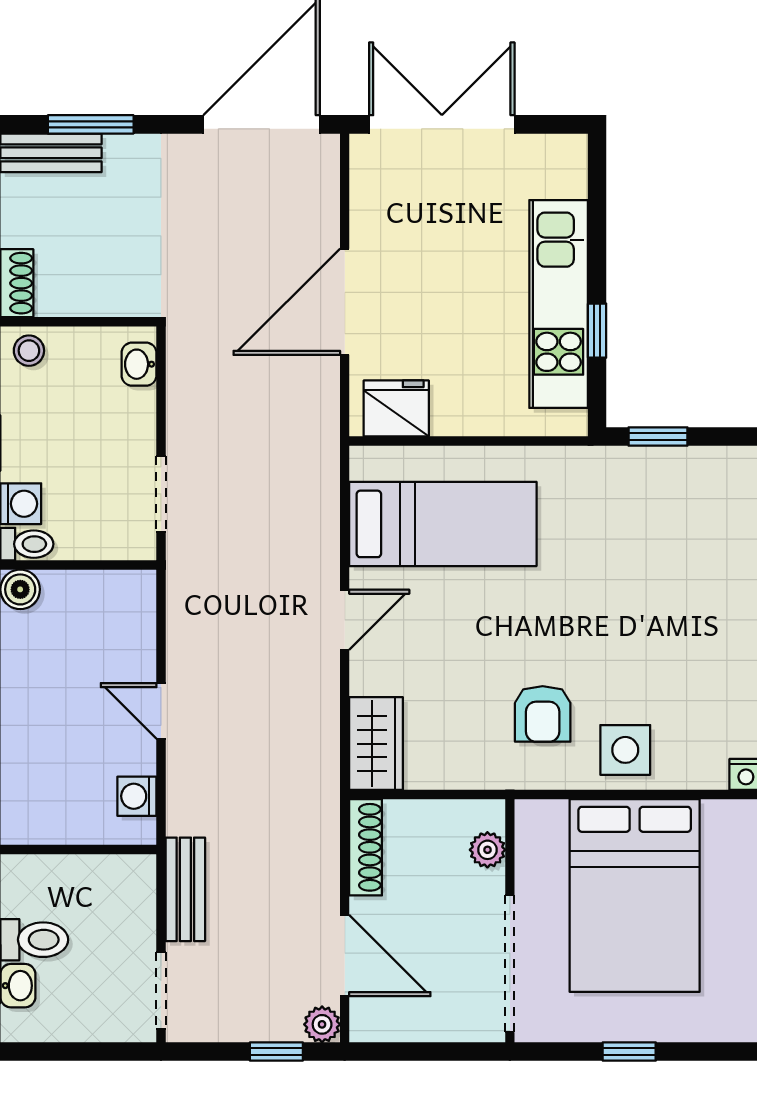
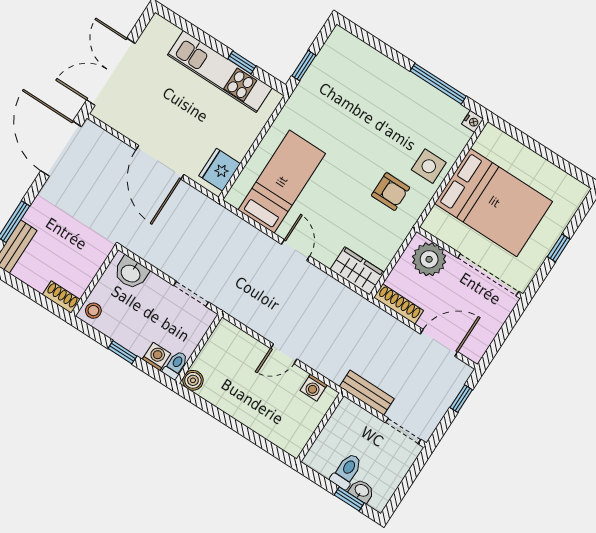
washbasin: (139, 364) -> (131, 273), width x1.38, depth x1.45
plant: (487, 850) -> (429, 259), width x1.87, depth x1.87
plant: (322, 1024) -> (462, 372), removed

